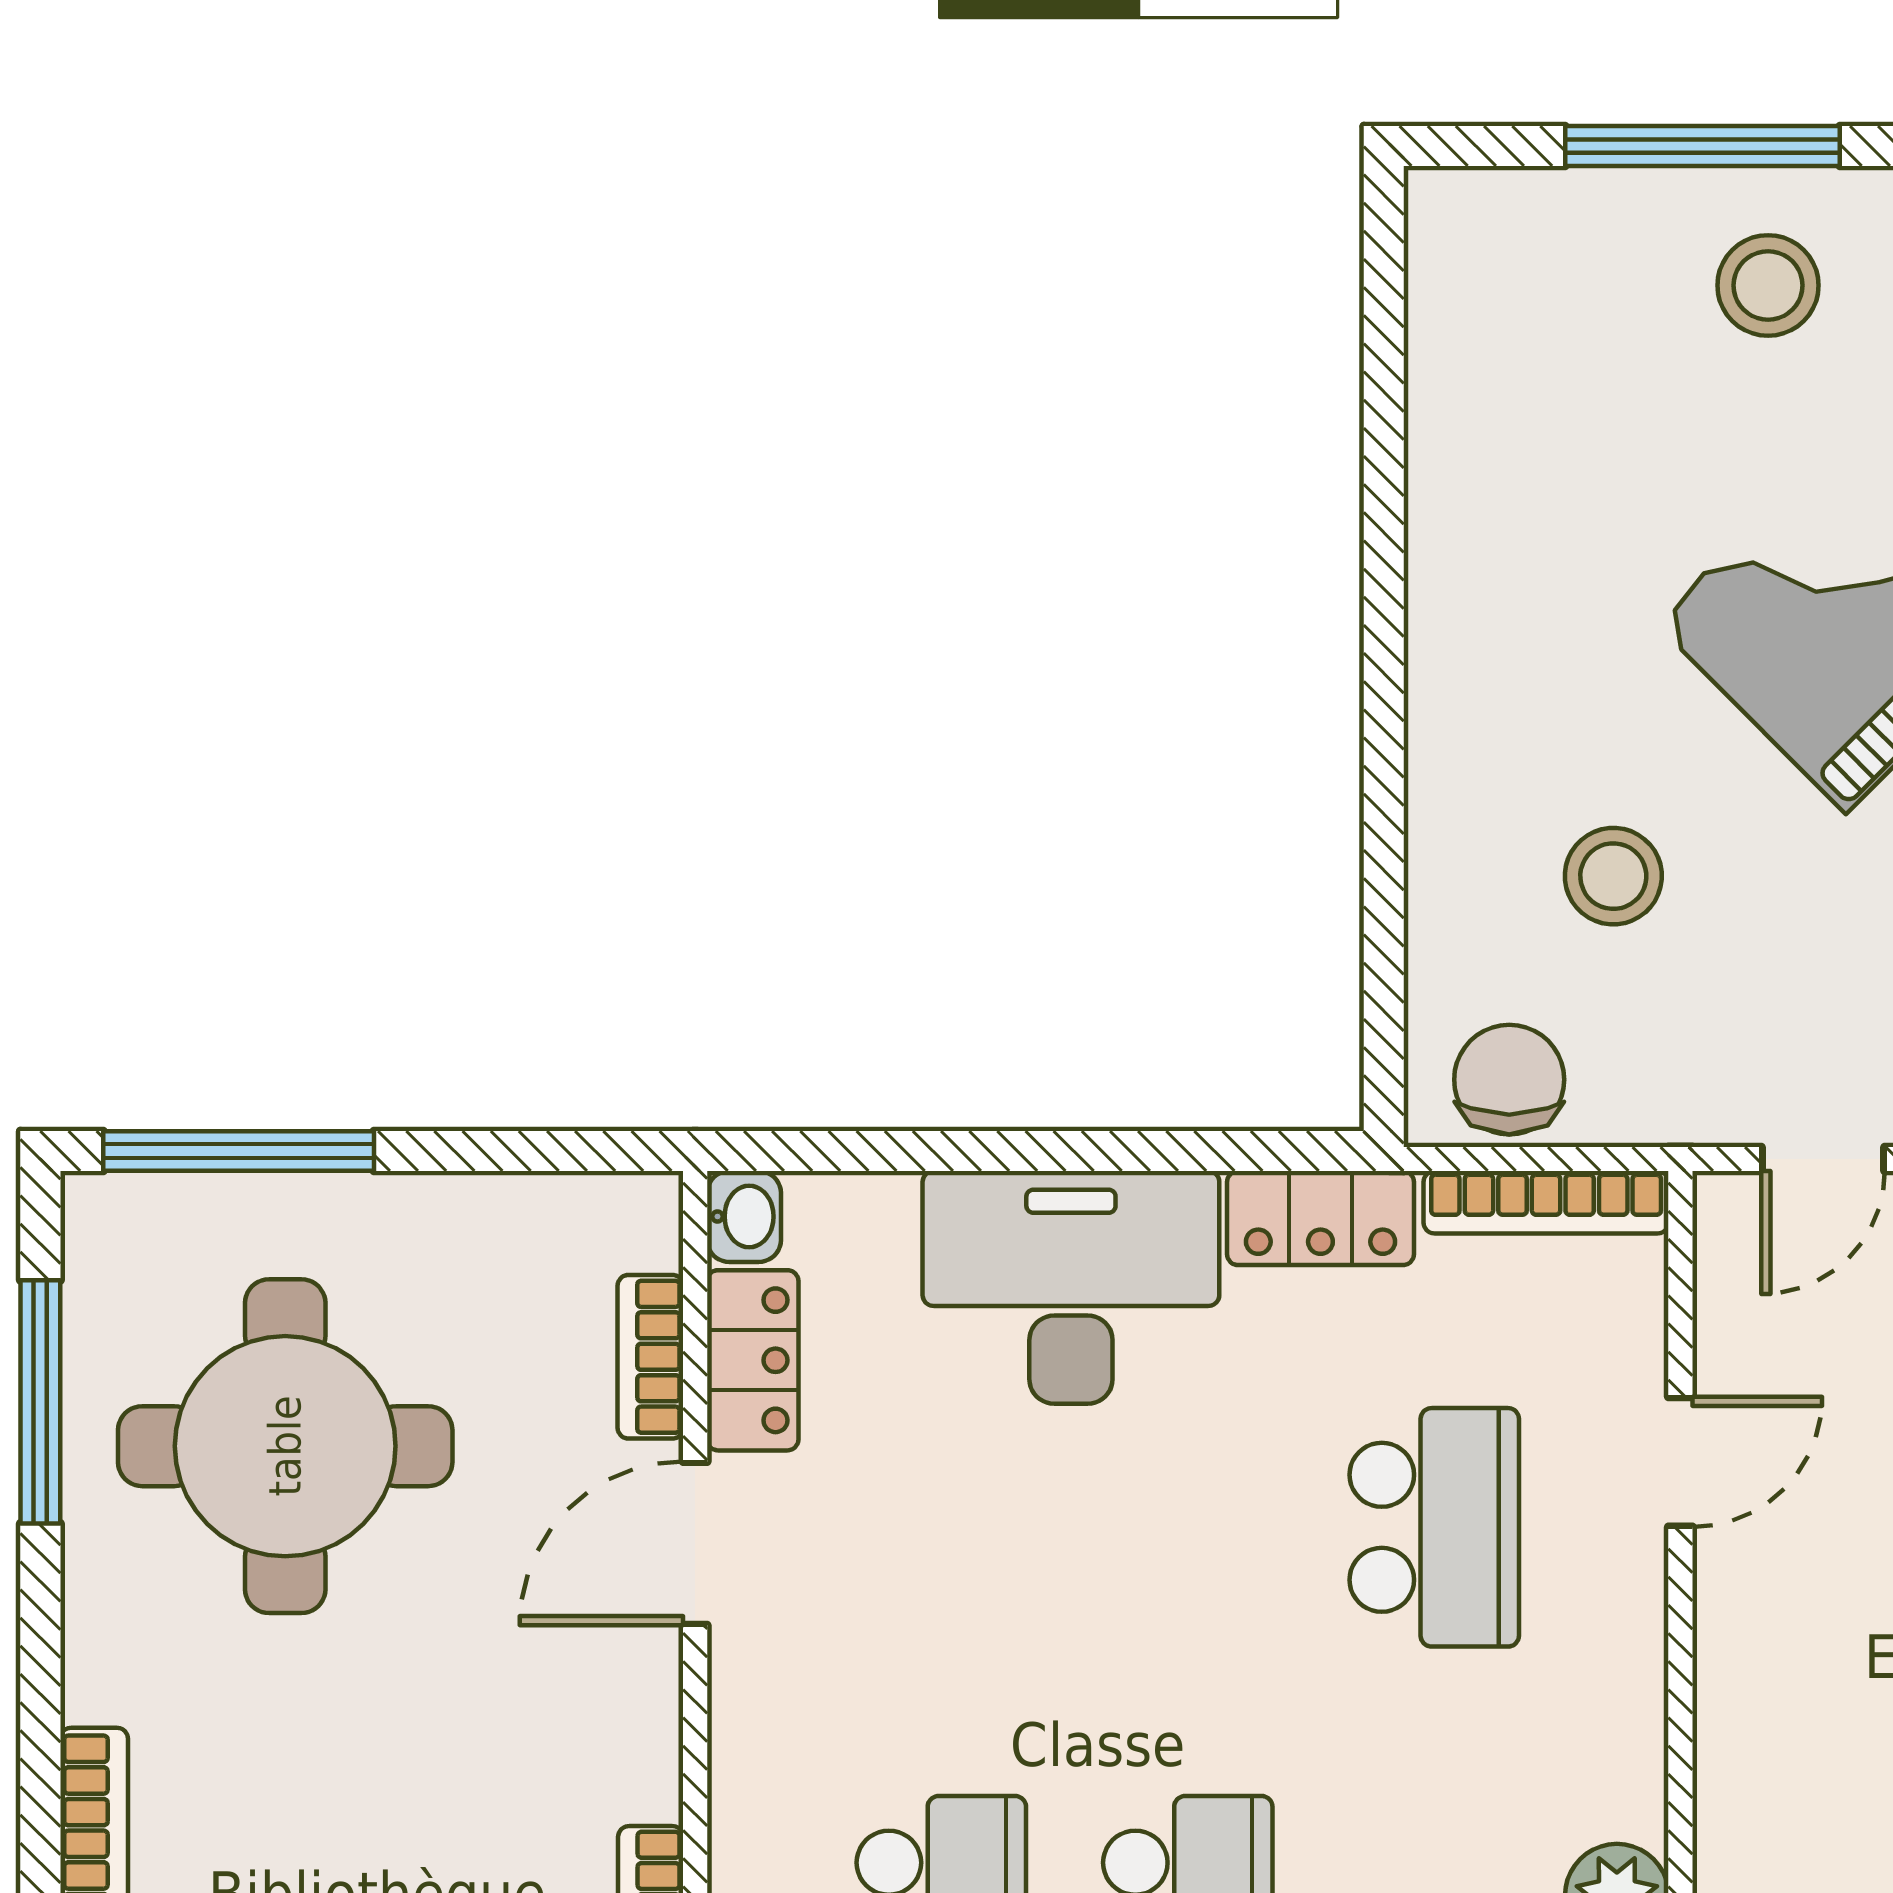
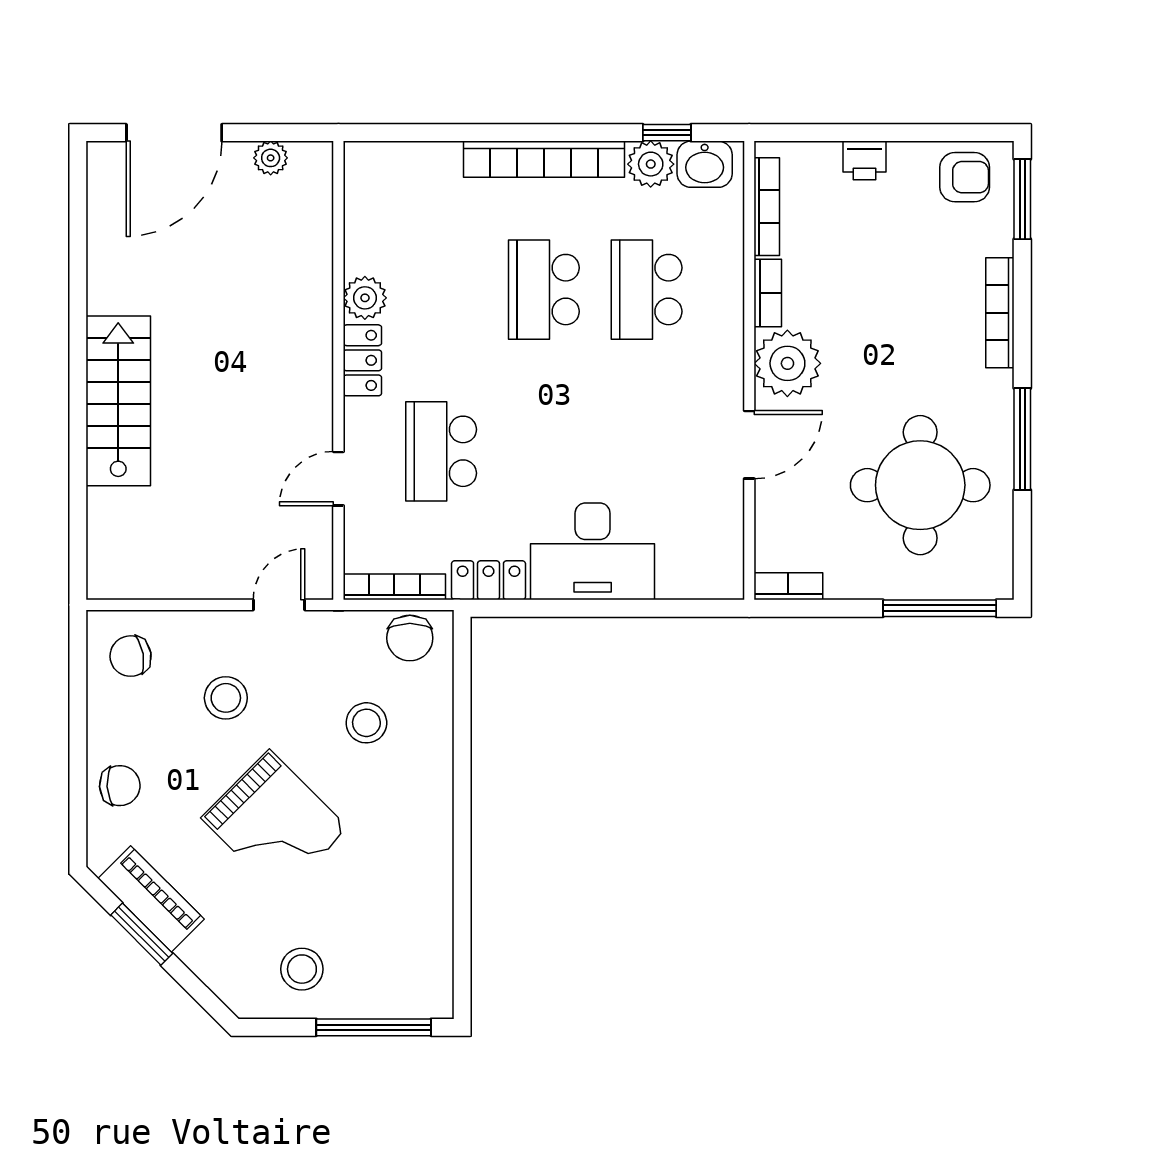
window: (1703, 146) -> (374, 1027), moved
washbasin: (744, 1217) -> (729, 581), removed
bookcase: (650, 1357) -> (788, 586), moved, turned -90
locker: (753, 1360) -> (362, 360), moved, turned 180
window: (40, 1402) -> (1022, 439), moved
plant: (604, 1738) -> (787, 363), added

